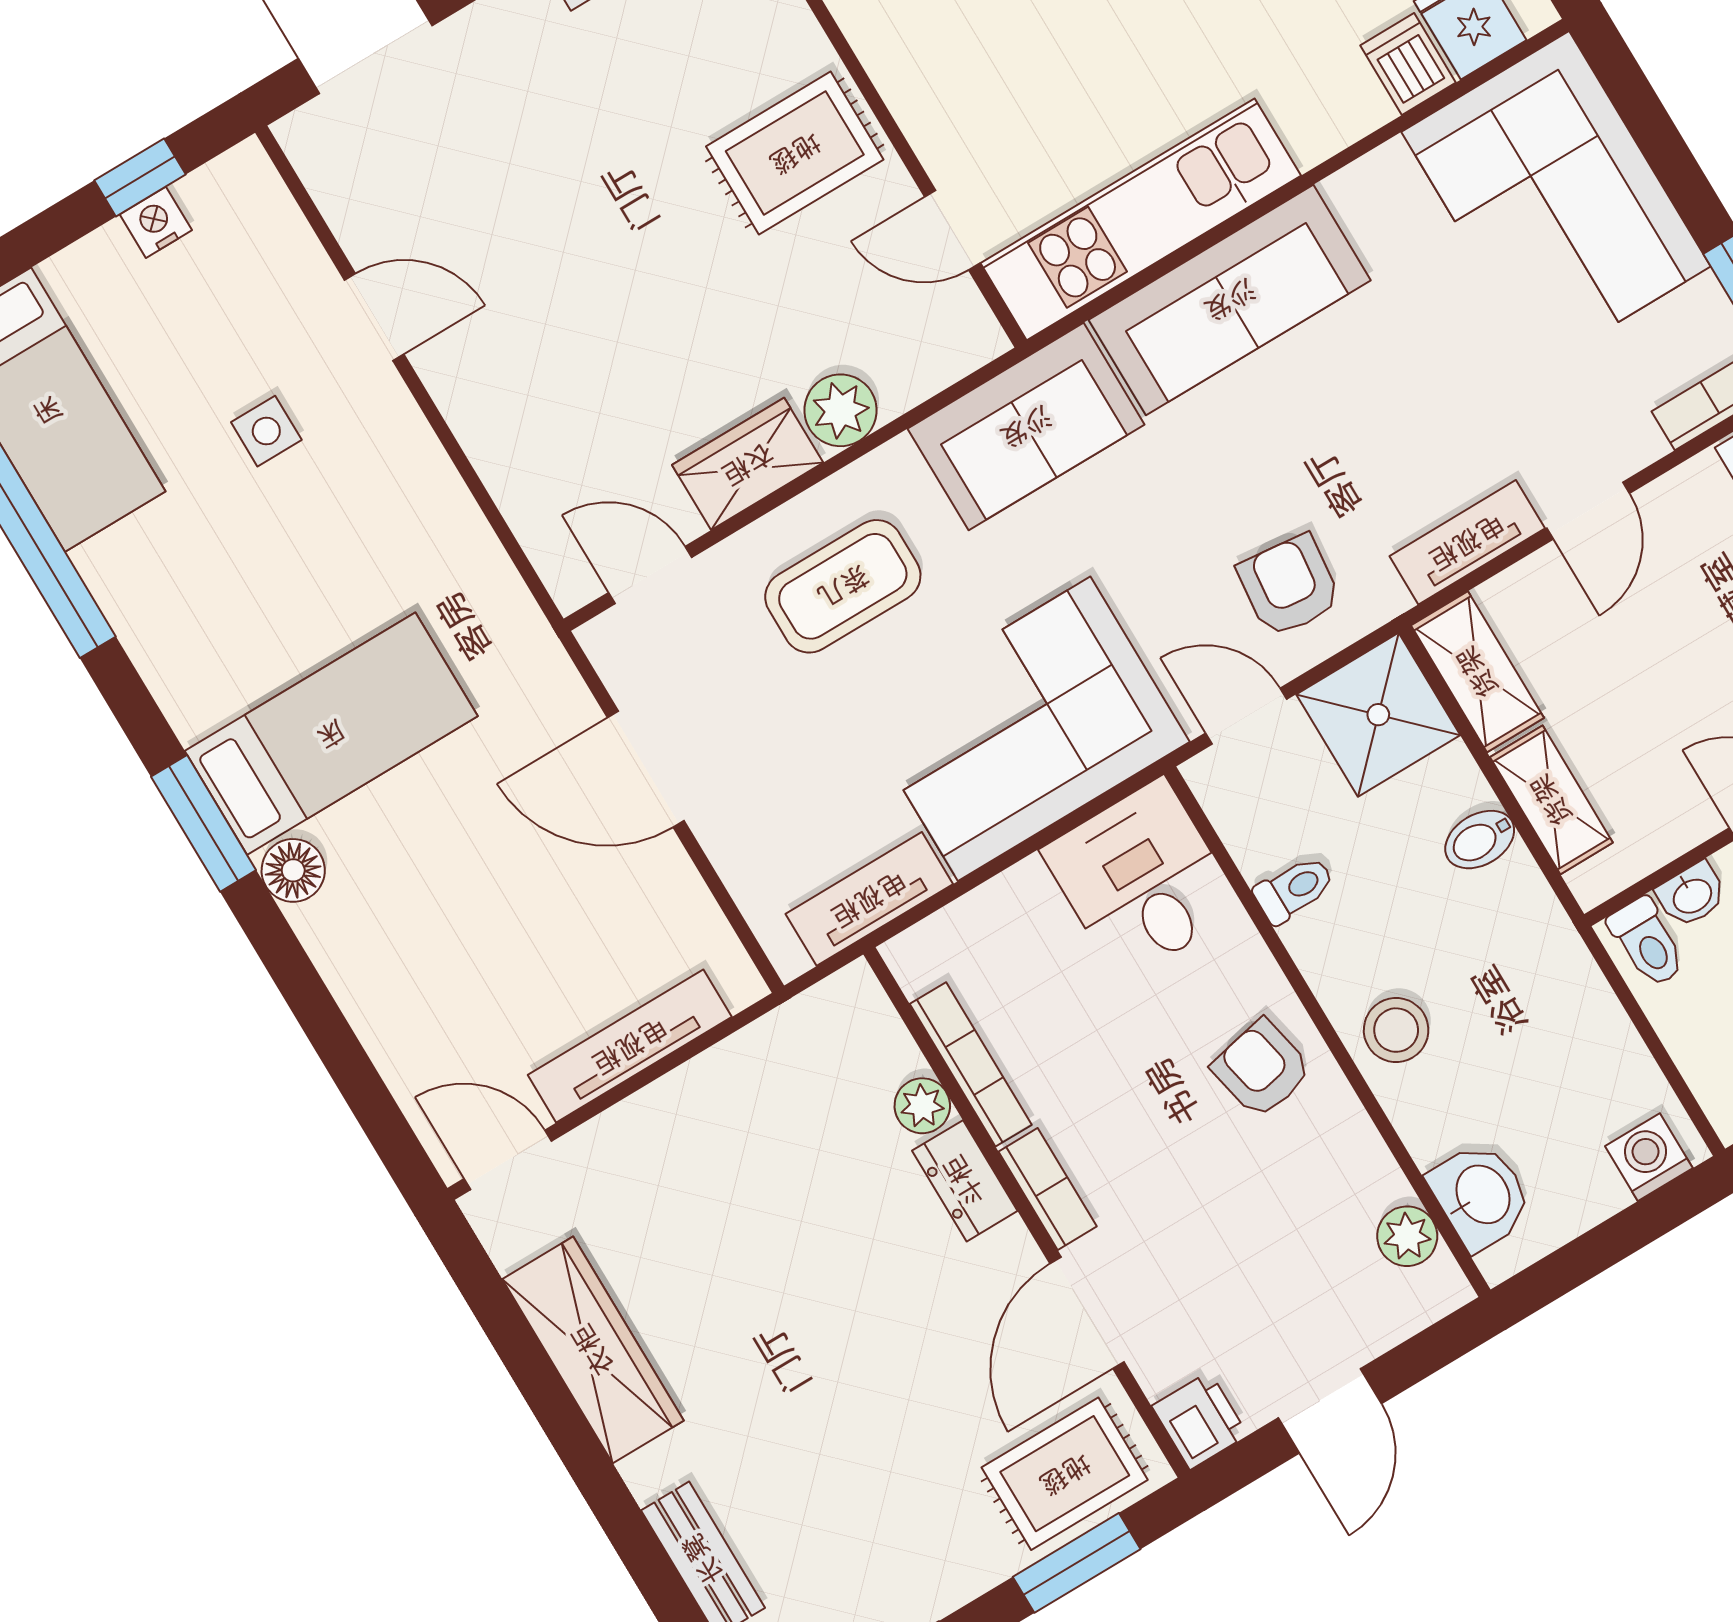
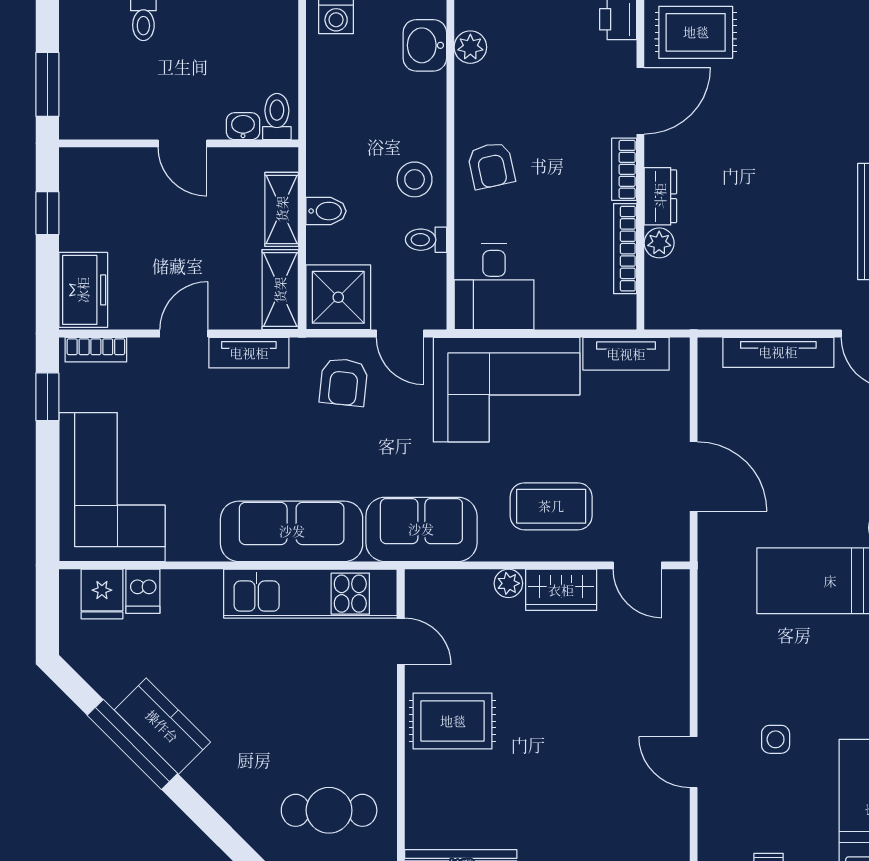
plant: (841, 410) -> (508, 583), width x0.73, depth x0.73
stool: (1396, 1030) -> (415, 179), moved

